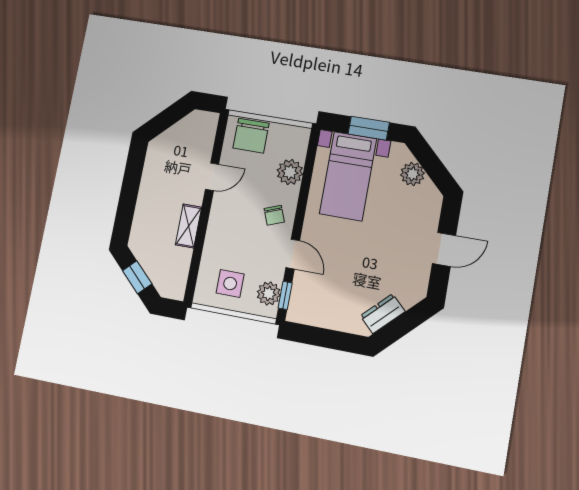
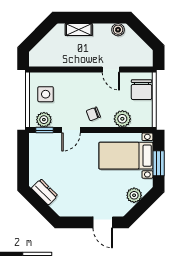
chair: (251, 136) -> (142, 90), turned -90
boiler: (155, 156) -> (118, 30), added
shelving: (189, 226) -> (79, 30), moved
door: (444, 249) -> (103, 222), moved
window: (137, 277) -> (39, 34), removed

